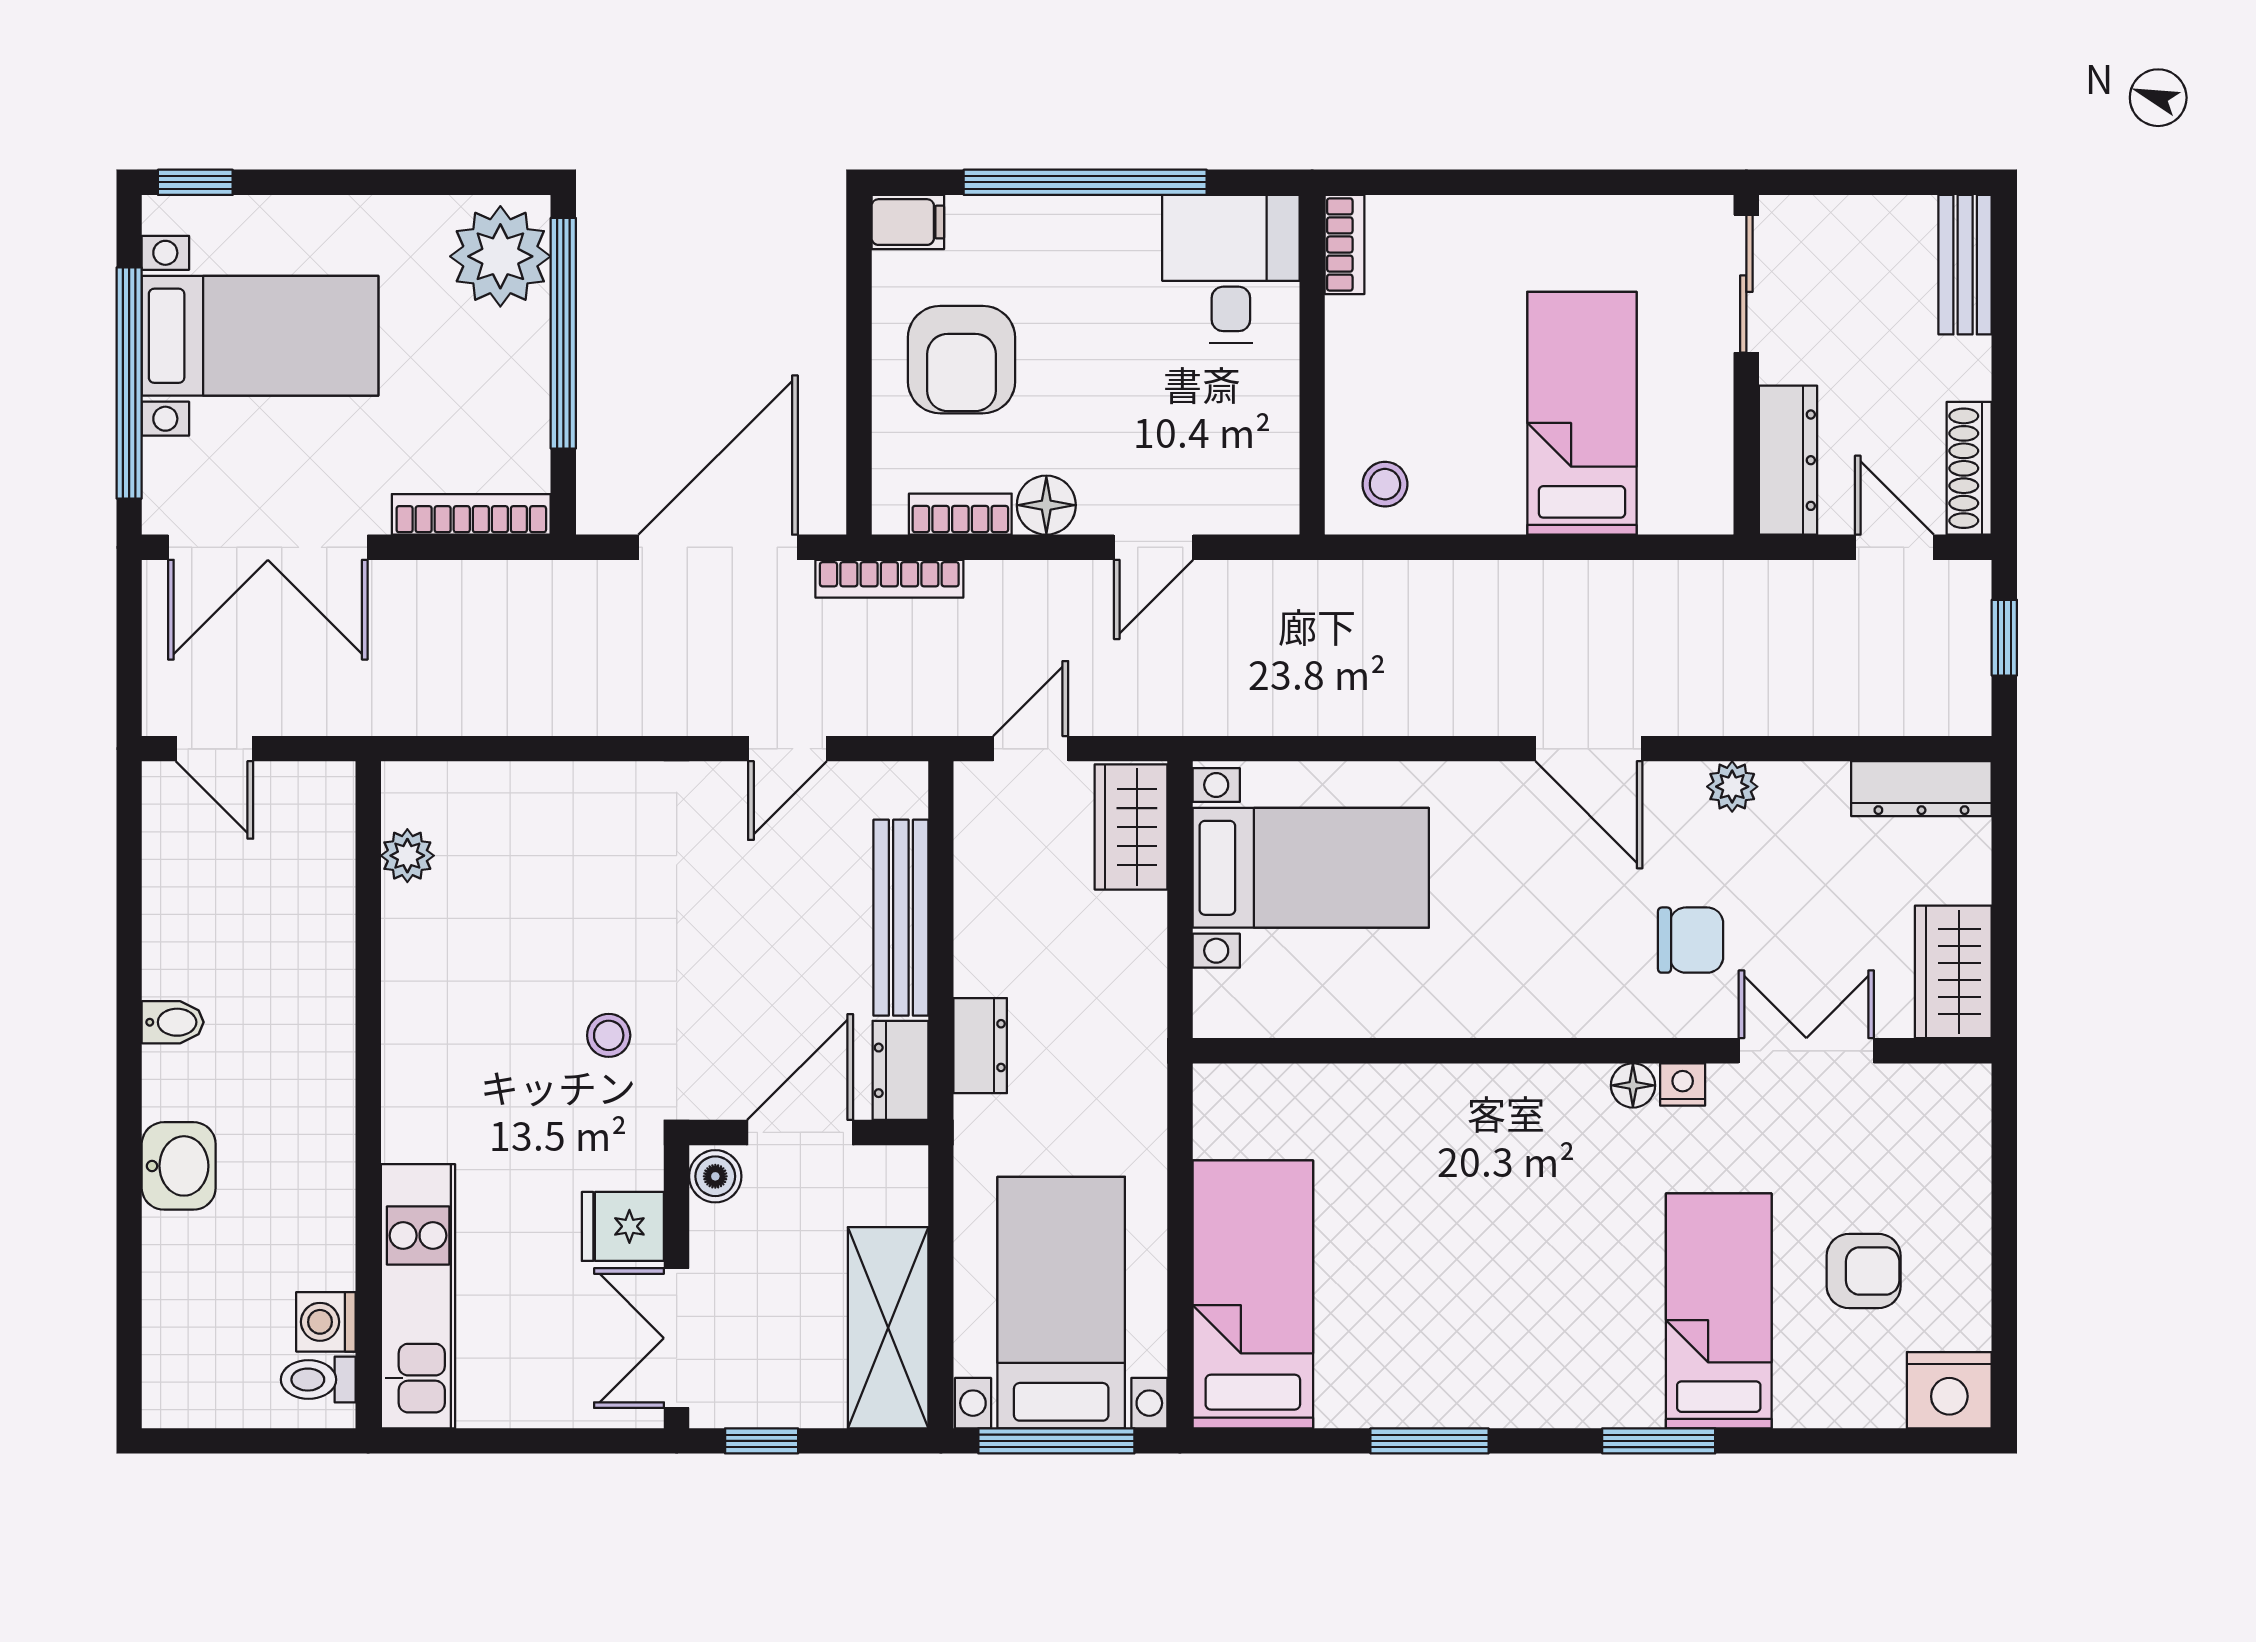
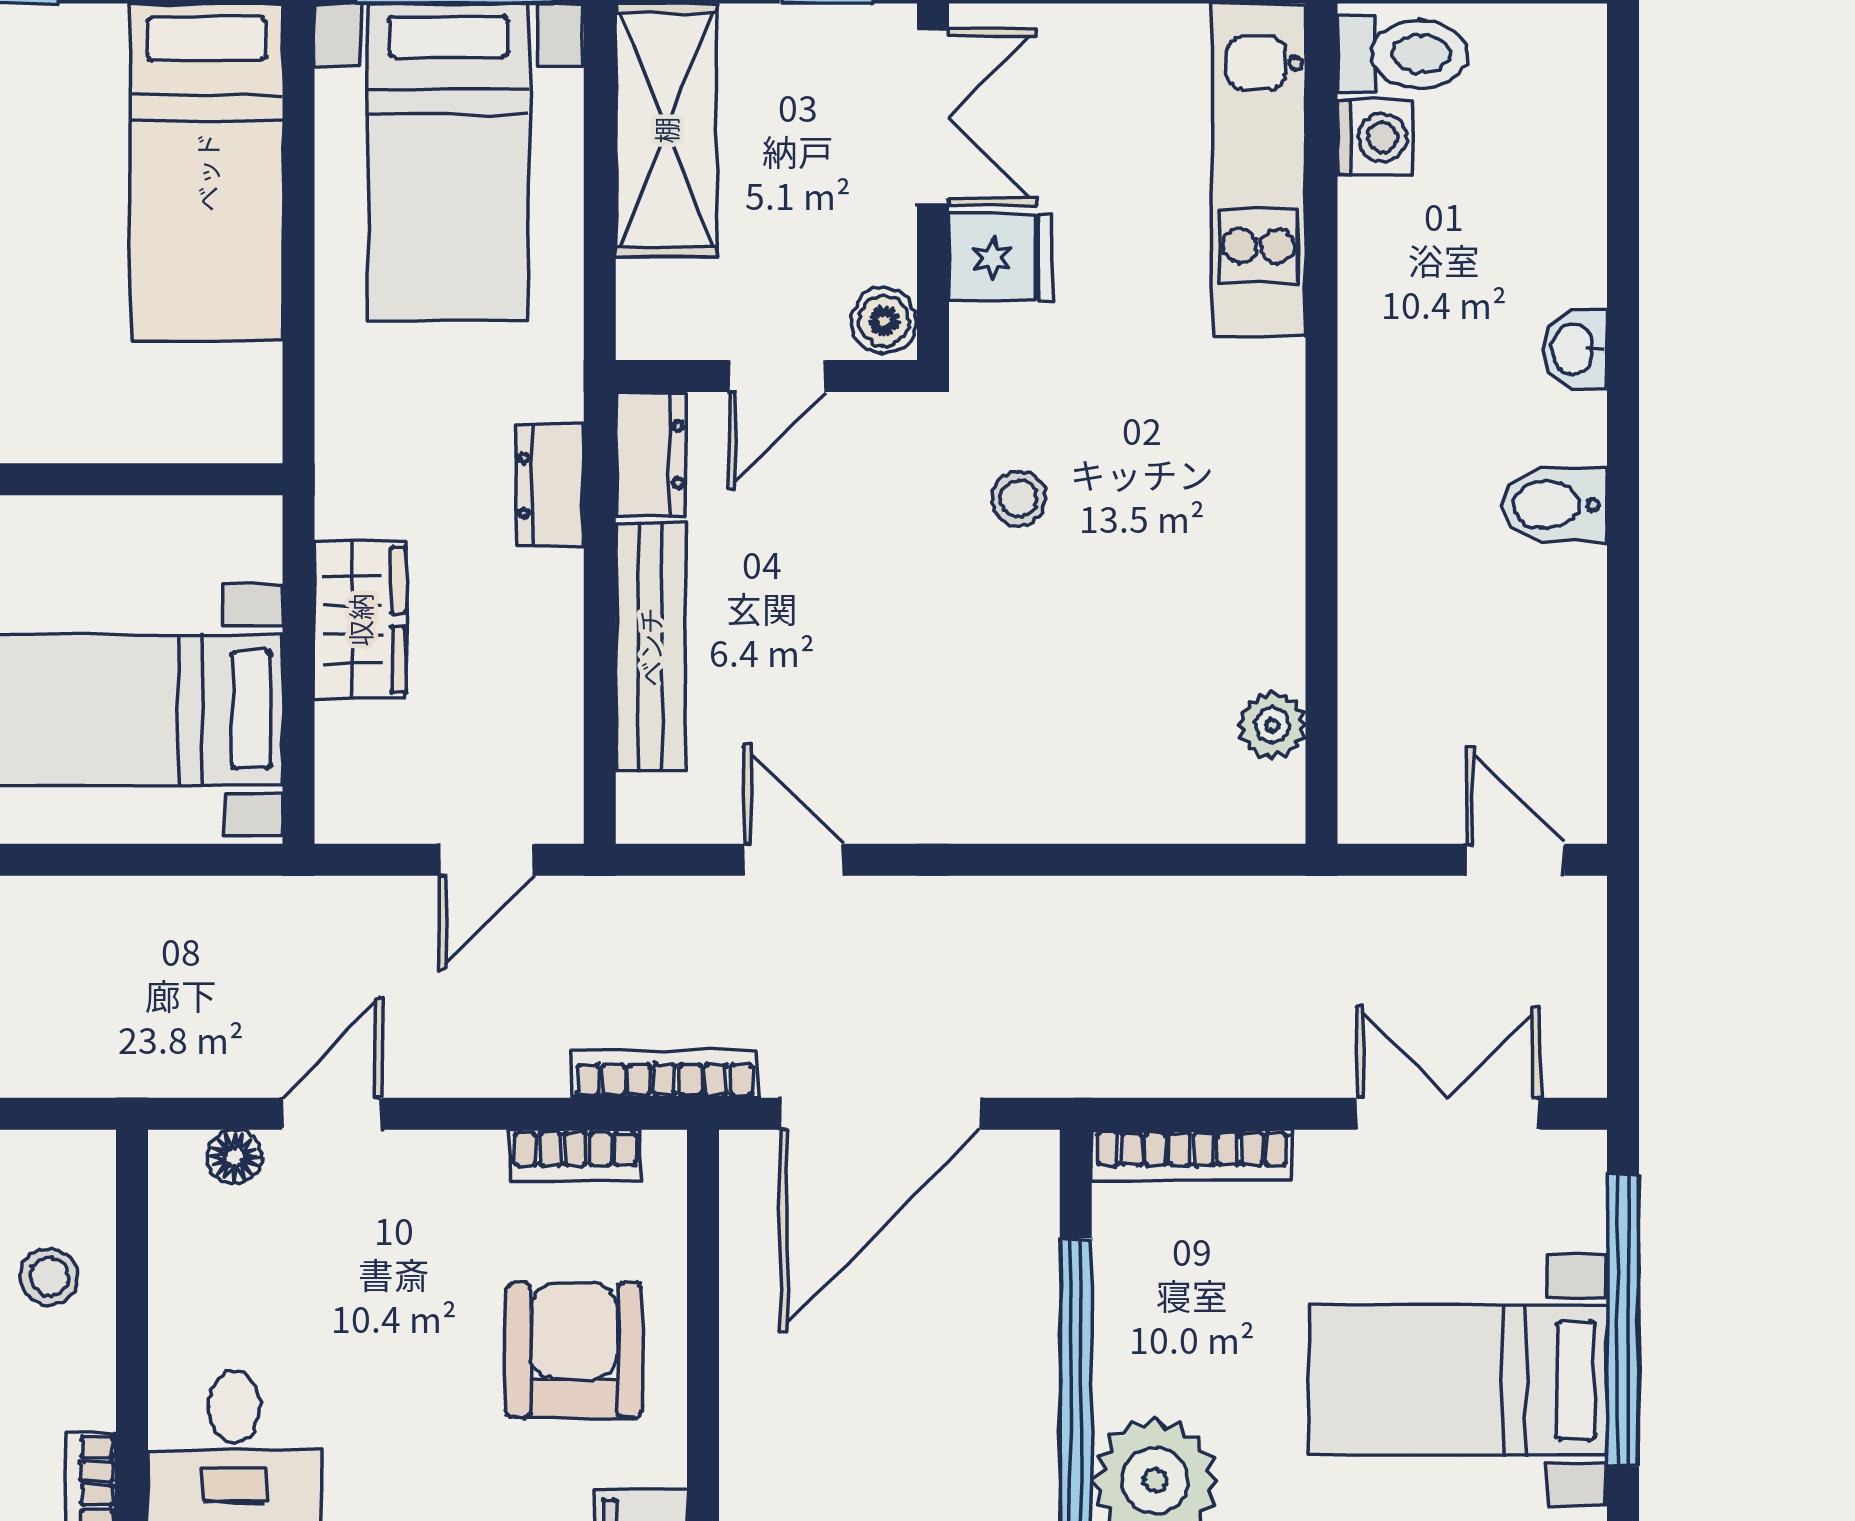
stool: (1385, 484) -> (49, 1277), moved
floor lamp: (1046, 505) -> (234, 1157), moved, width x0.73, depth x0.73
double door: (268, 547) -> (1448, 1114), width x0.73
door: (788, 749) -> (793, 860), hinge flipped
wardrobe: (1131, 827) -> (360, 620), moved
bidet: (173, 1022) -> (1554, 505), width x1.38, depth x1.36
door: (800, 1132) -> (777, 376), width x0.73
washbasin: (179, 1166) -> (1575, 349), width x0.72, depth x0.69
toilet: (318, 1380) -> (1403, 54), width x1.37, depth x1.39

